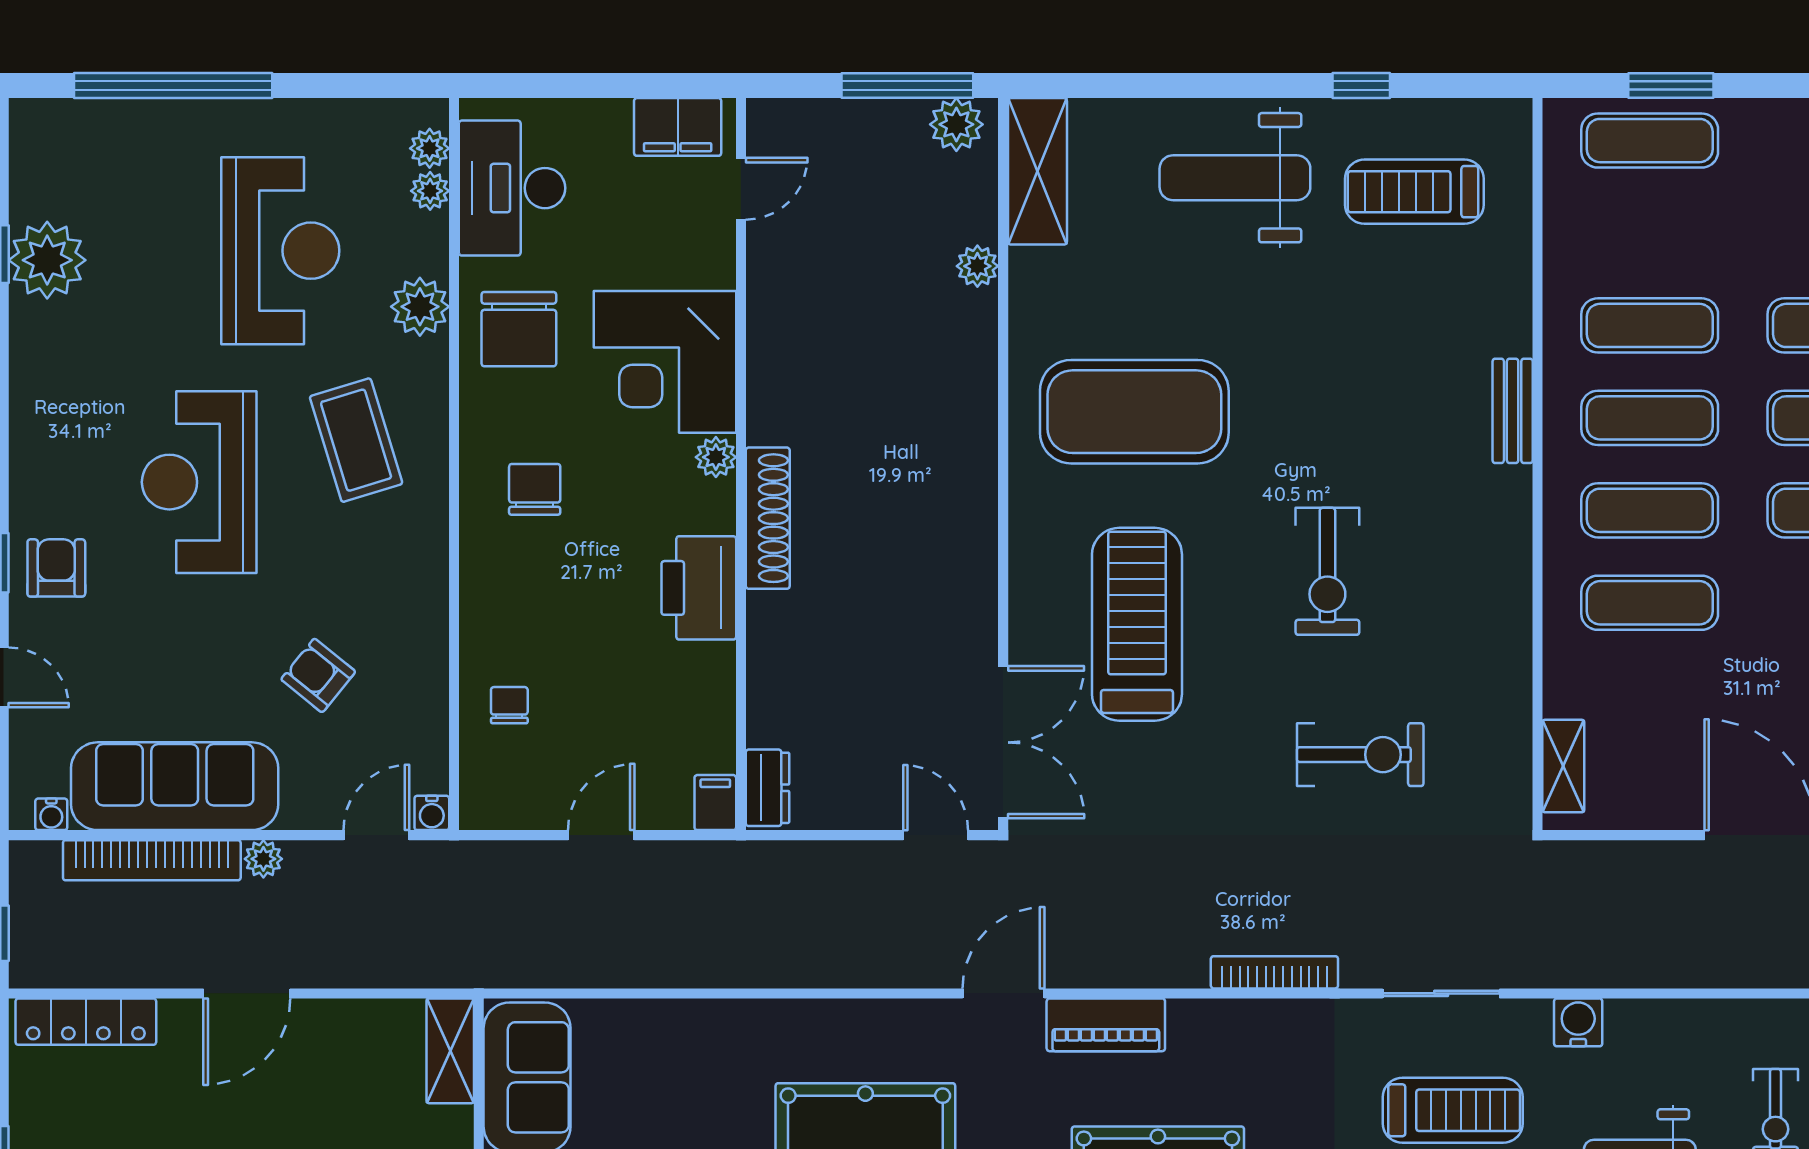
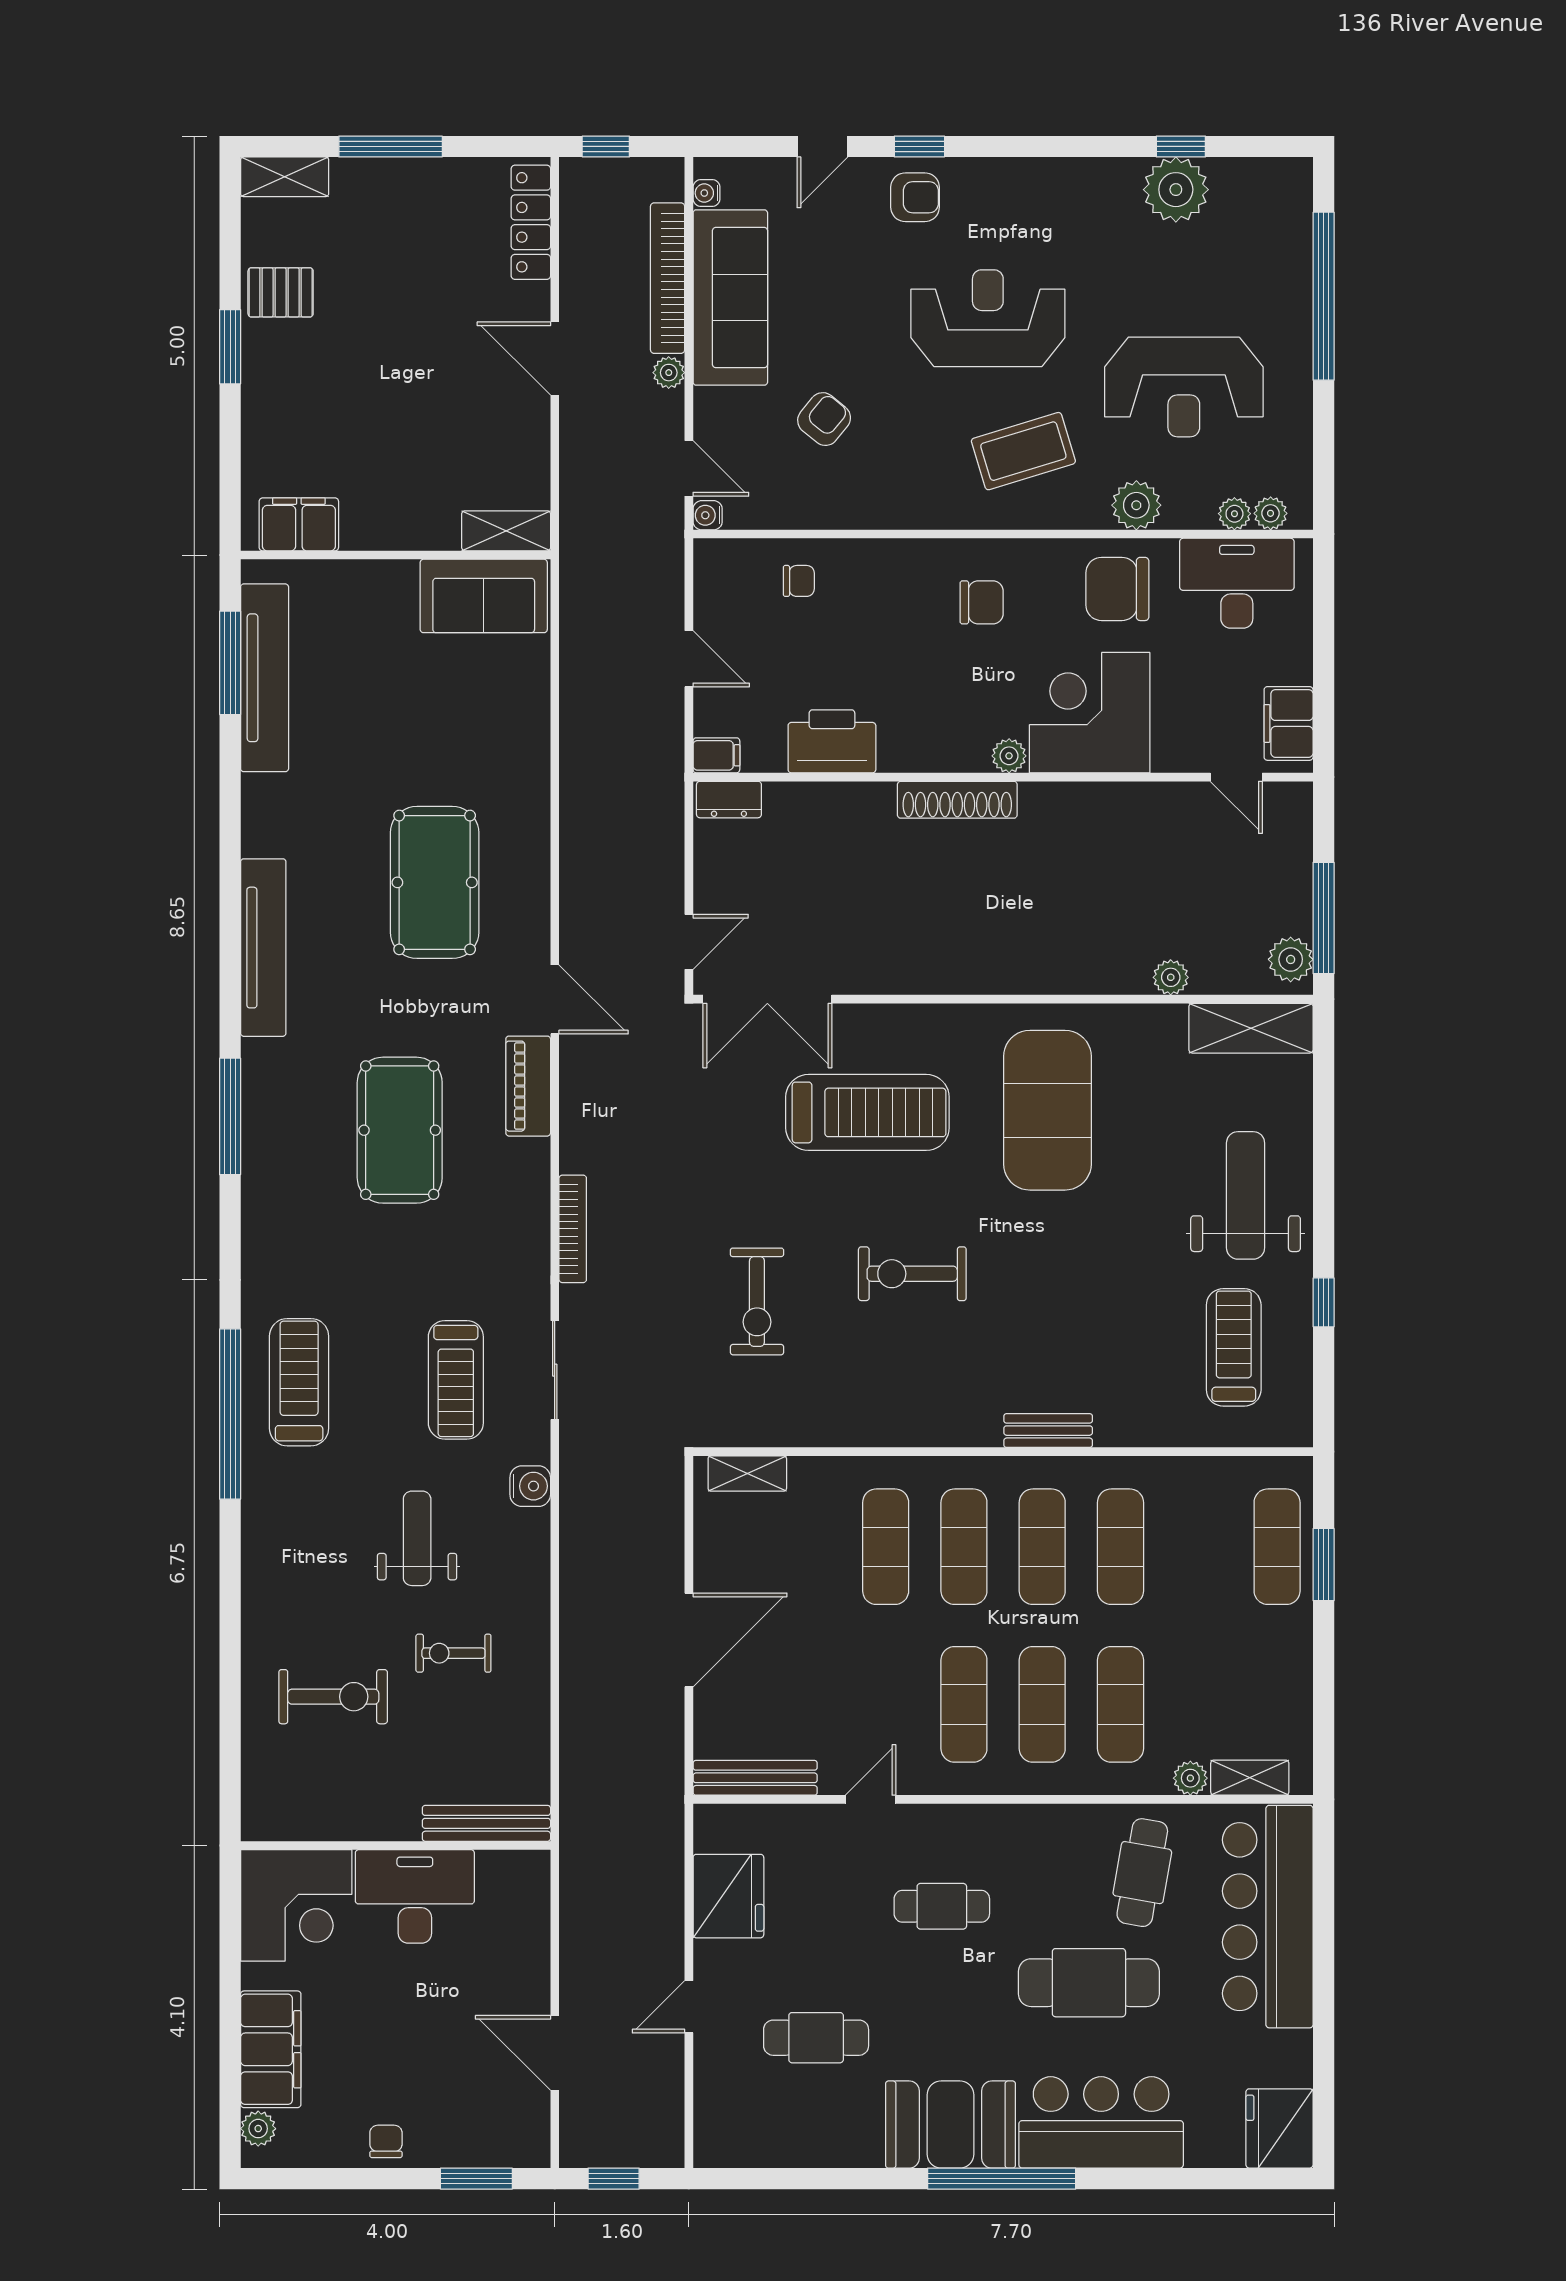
printer: (699, 588) -> (832, 741), moved

